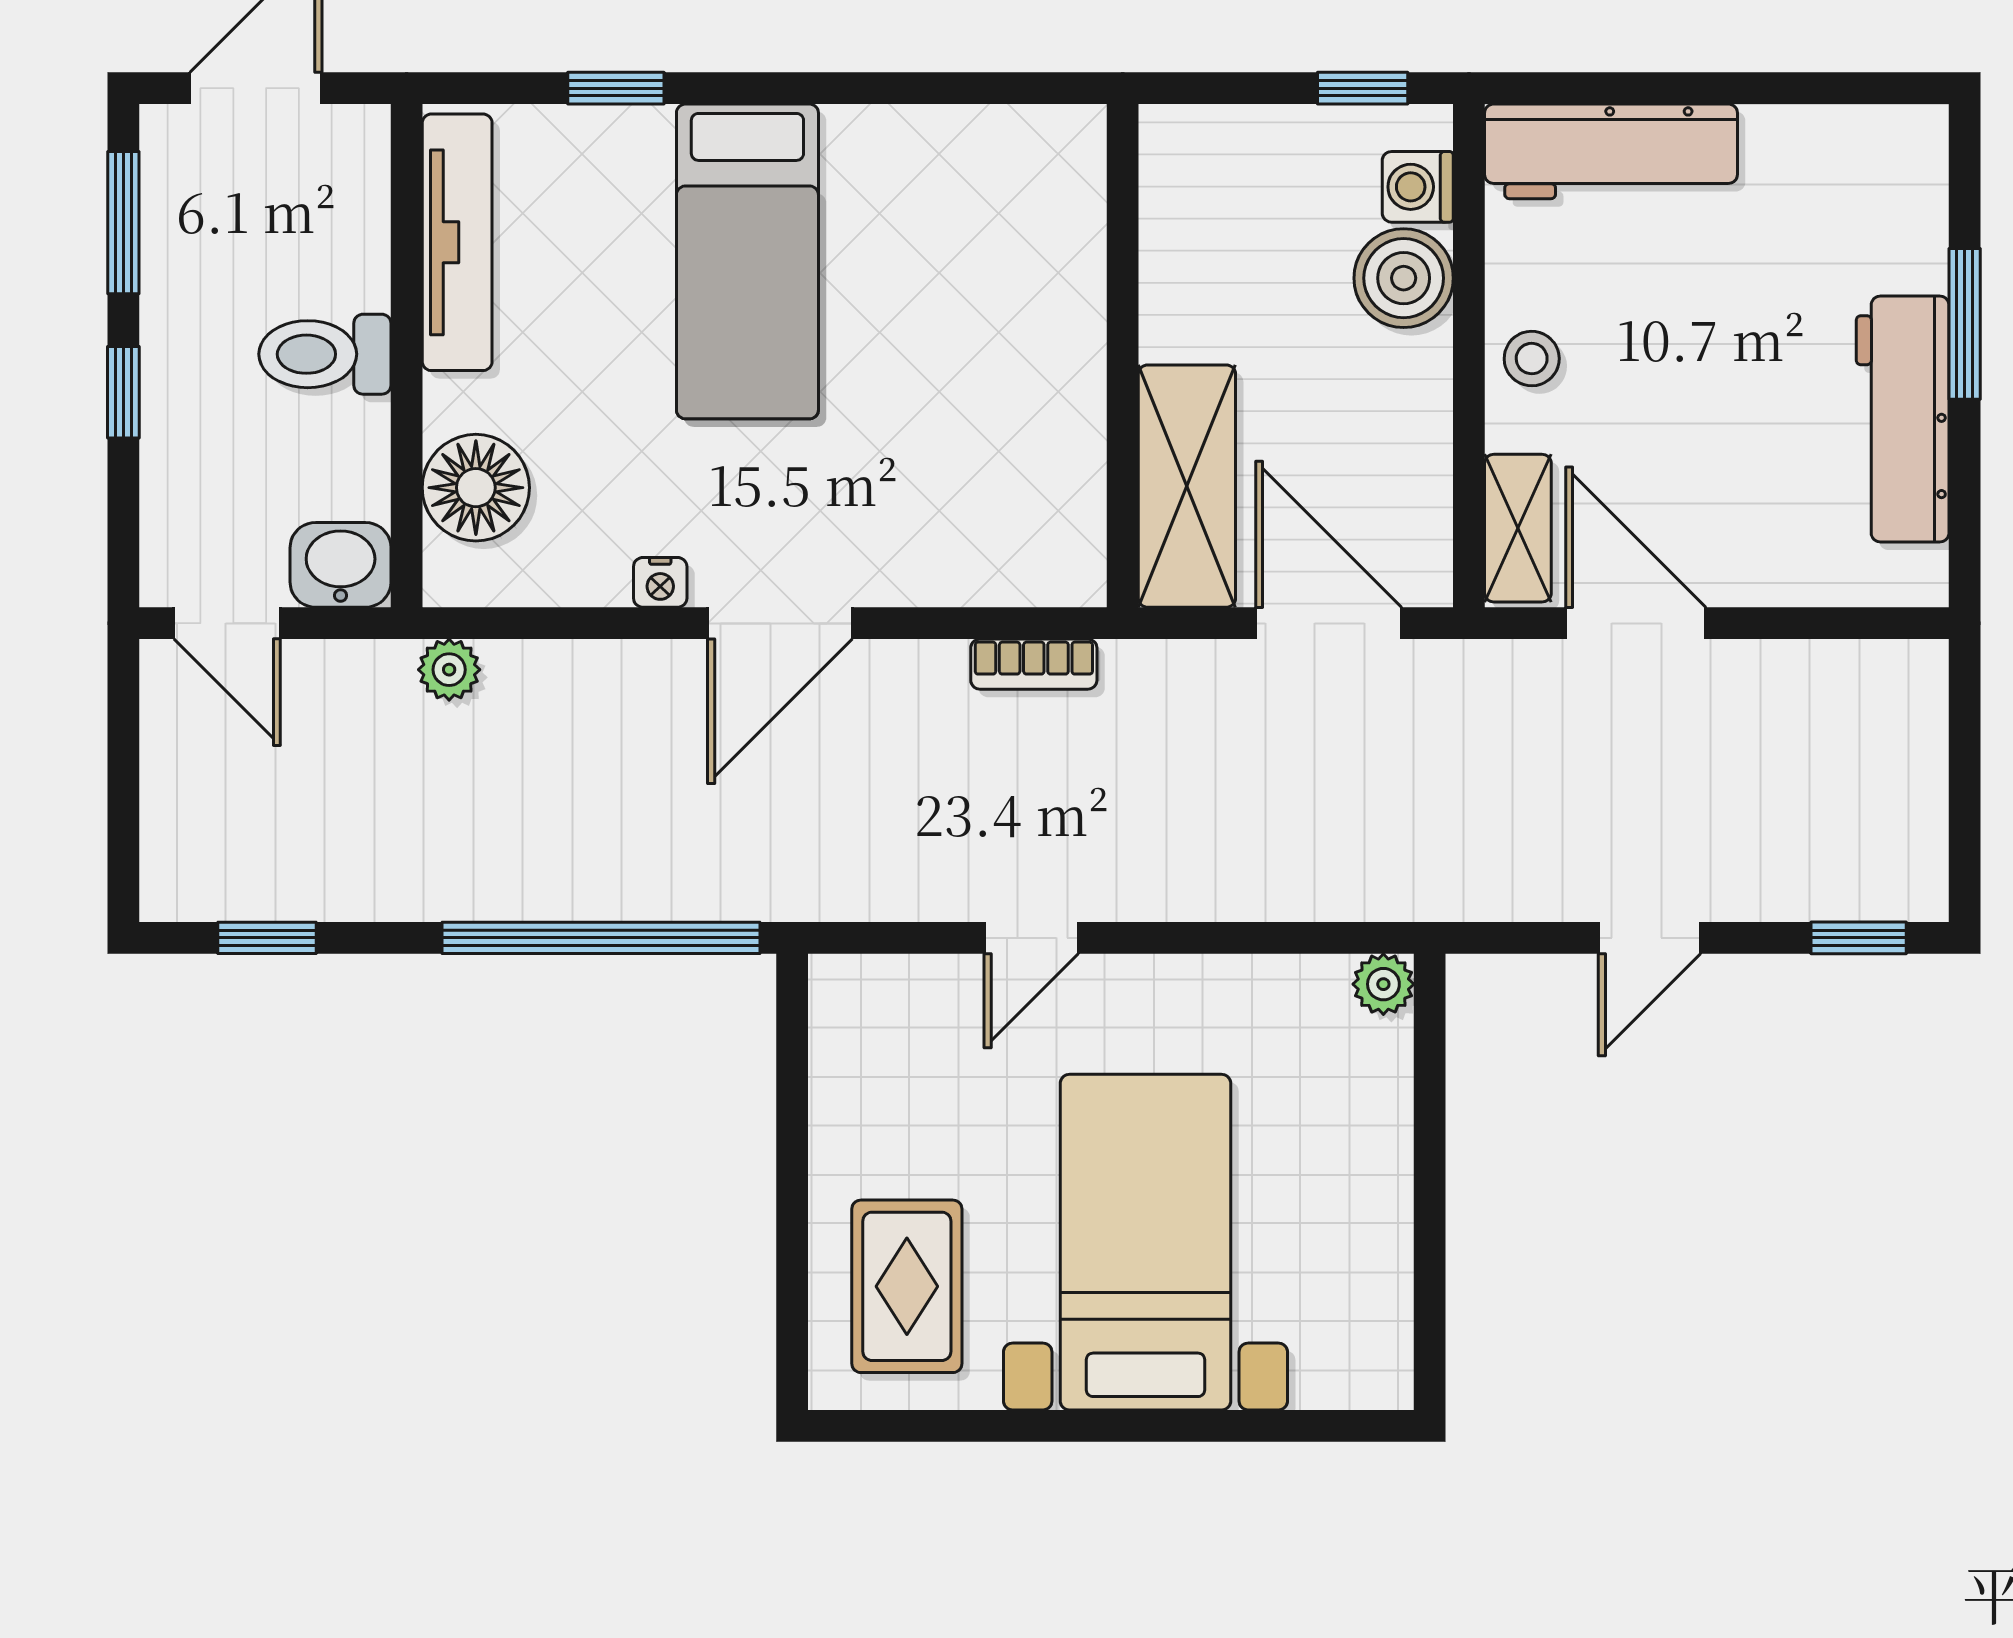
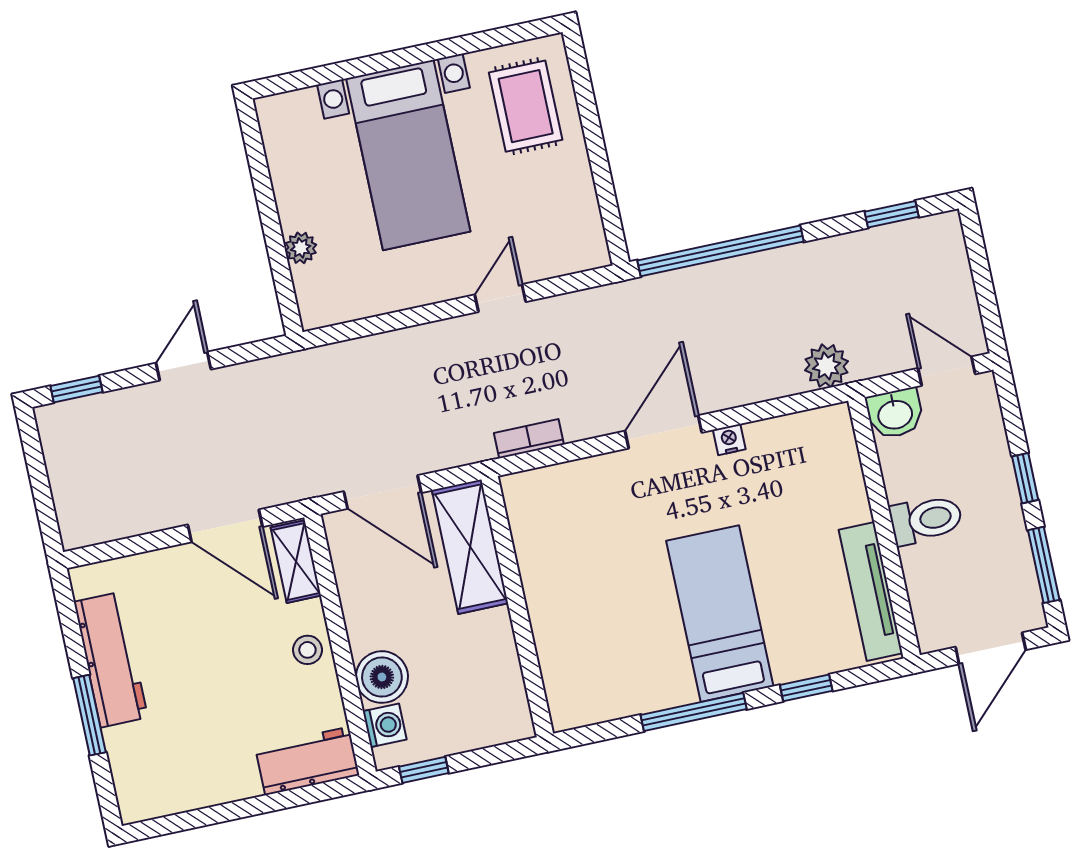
window: (836, 88) -> (694, 712), added
workbench: (1611, 151) -> (307, 761), width x0.73
floor lamp: (476, 488) -> (834, 468), removed
plant: (449, 670) -> (826, 366), width x1.38, depth x1.38
plant: (1383, 984) -> (301, 248), moved

